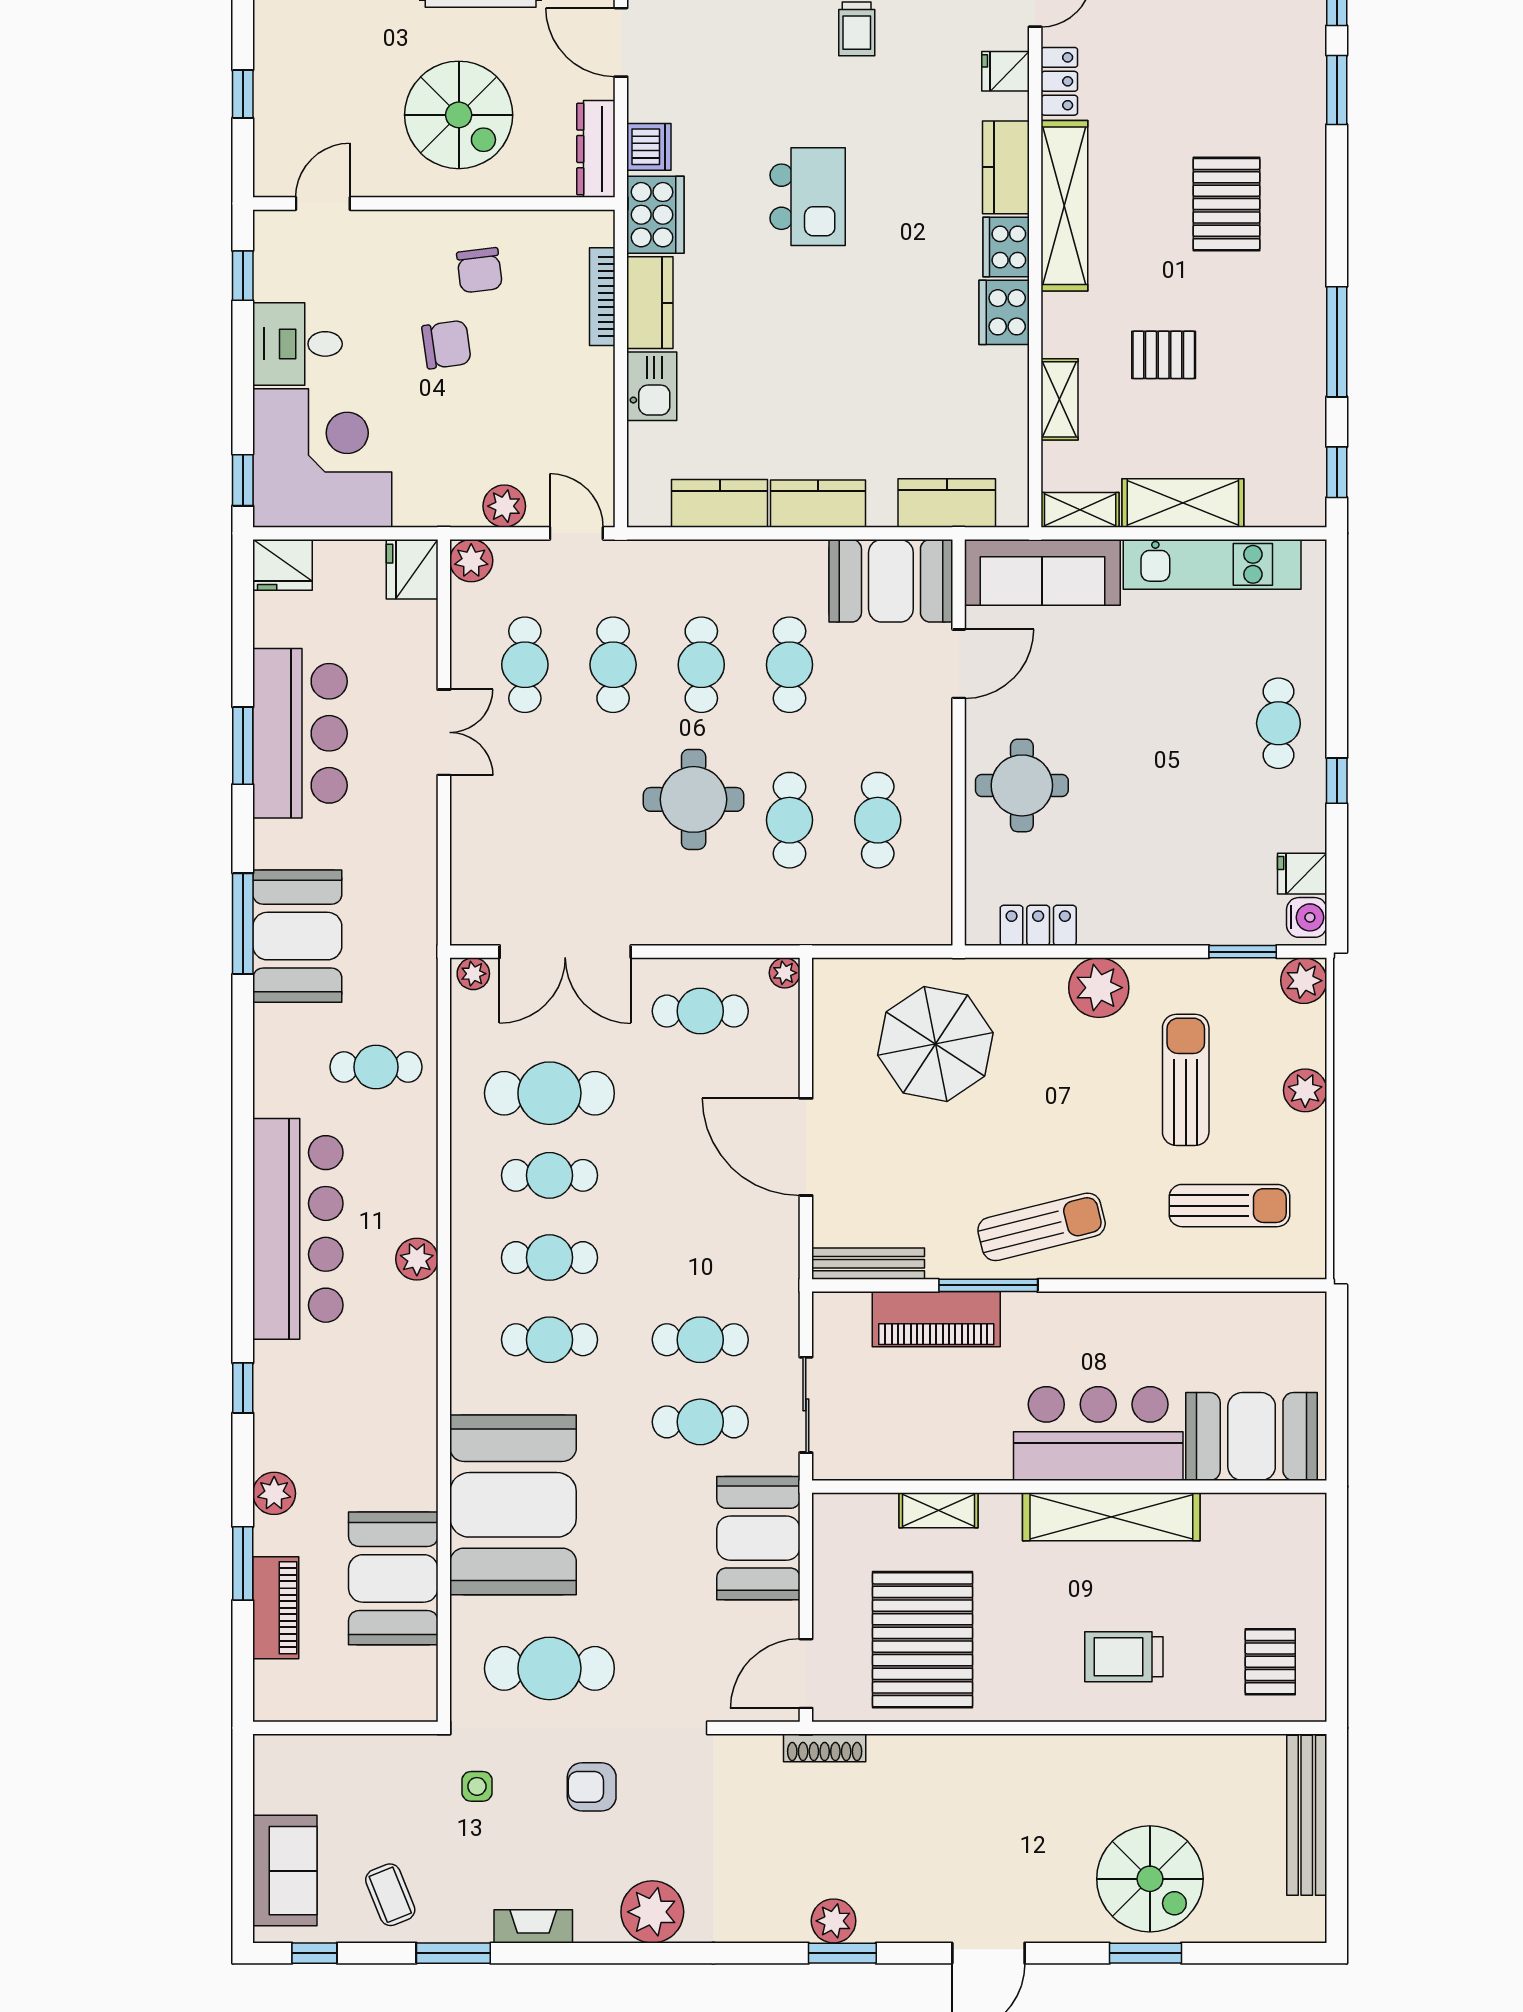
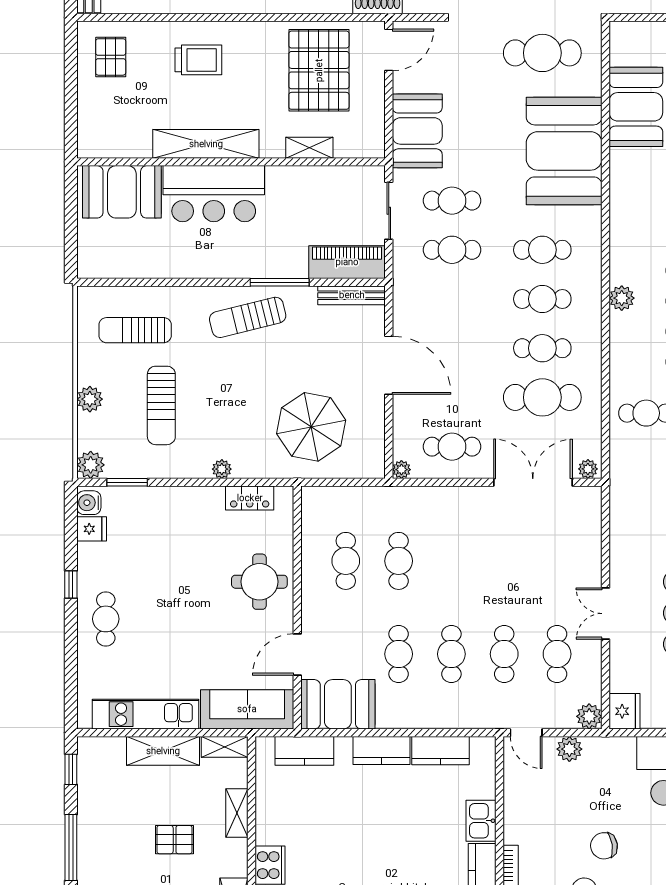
round table: (694, 799) -> (456, 573), removed
plant: (1099, 988) -> (222, 469), width x0.53, depth x0.53
piano: (936, 1319) -> (347, 262), moved

